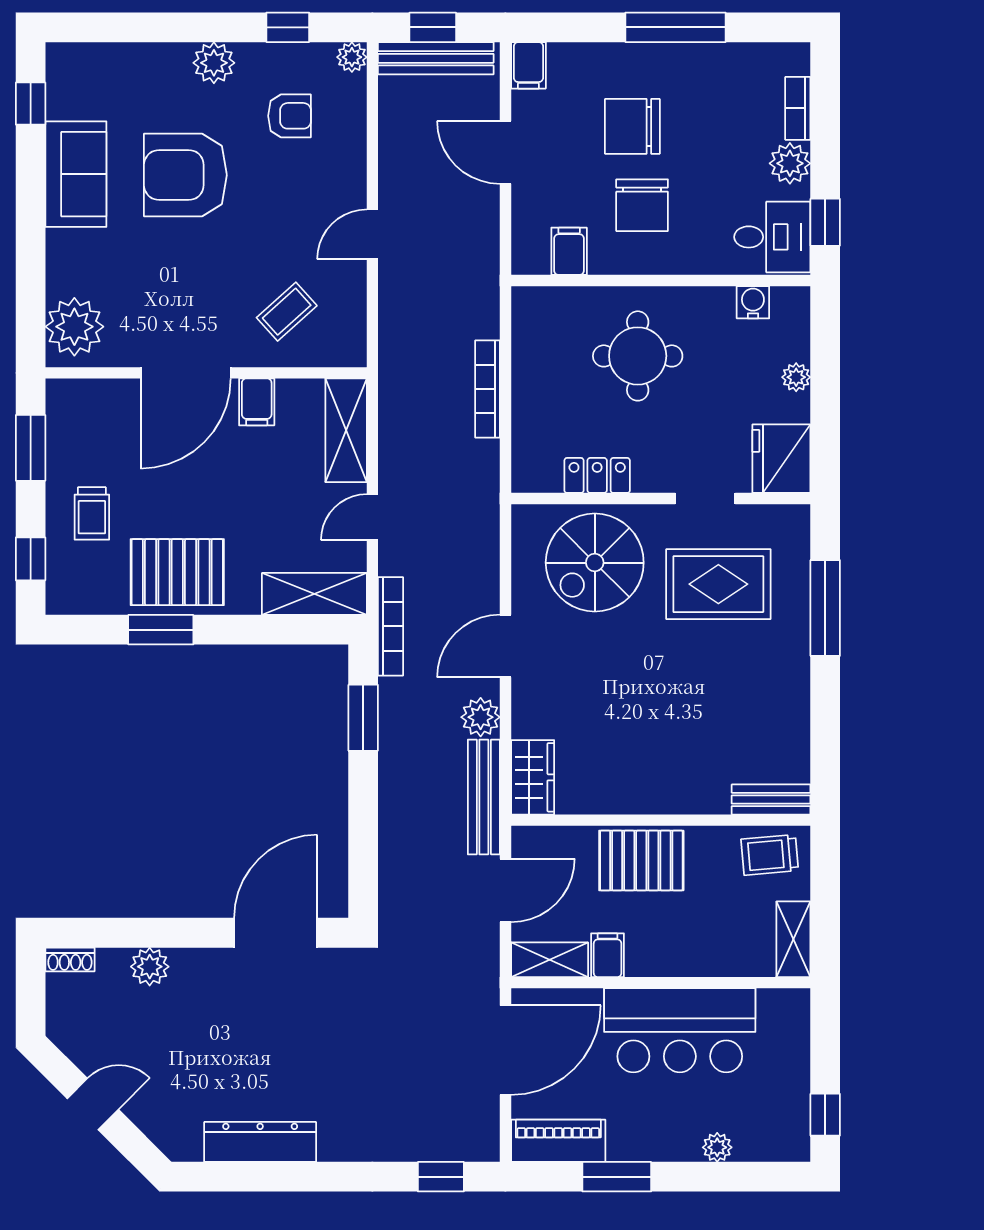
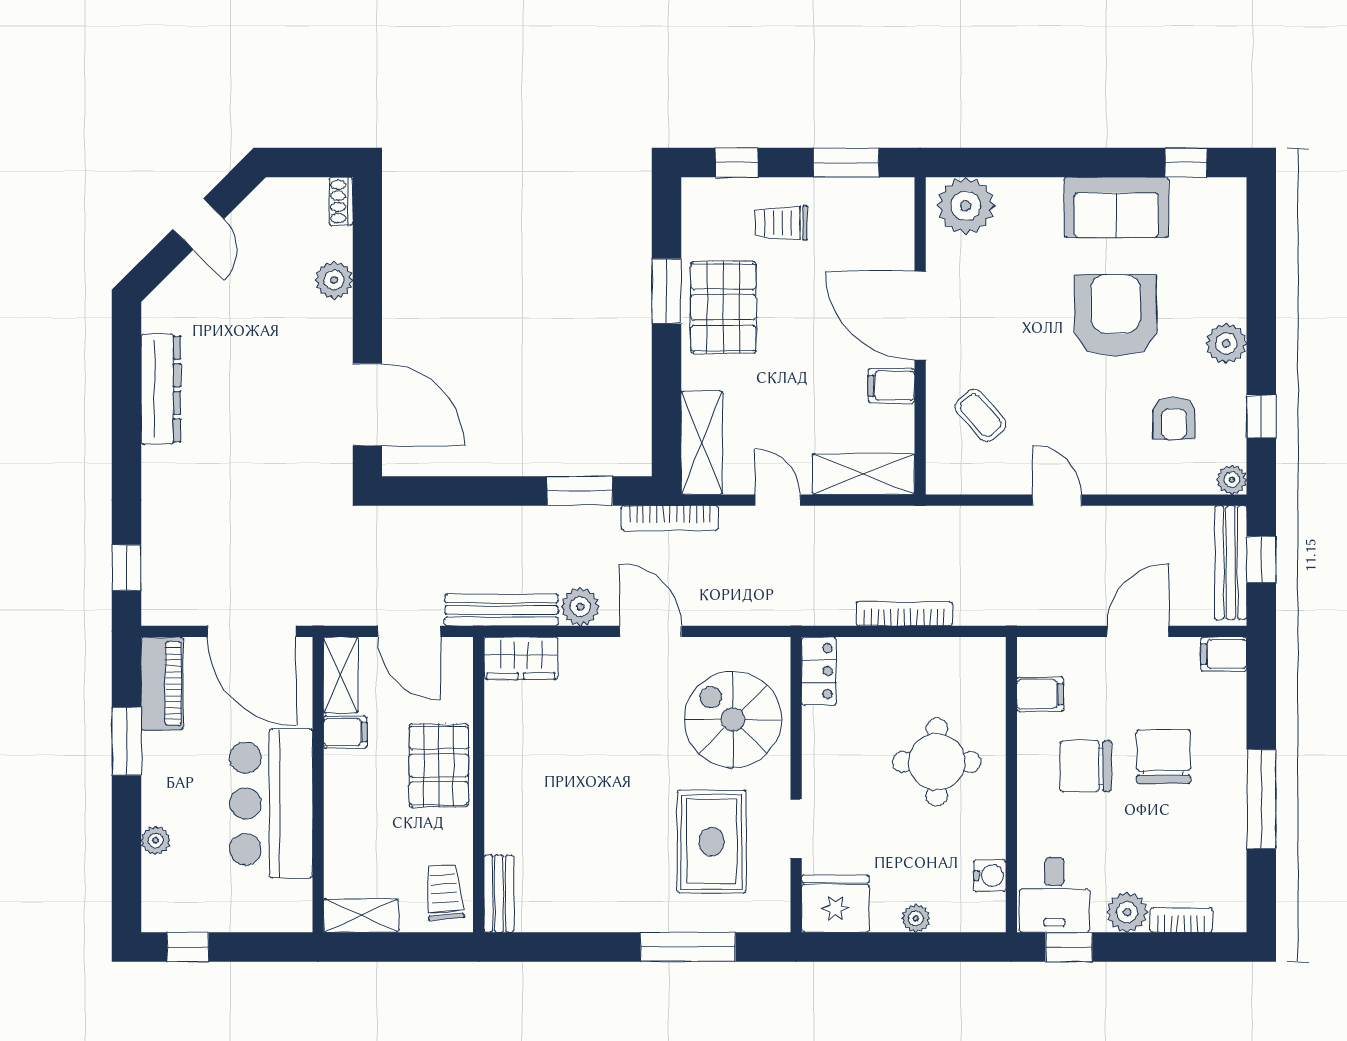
locker: (597, 475) -> (819, 671), moved

